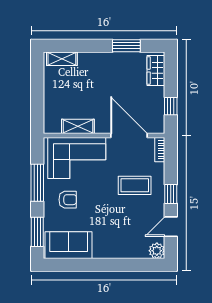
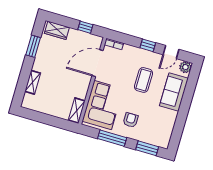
shelving: (62, 59) -> (33, 82), moved
shelving: (78, 126) -> (77, 111), moved
coffee table: (135, 185) -> (144, 80), moved
door: (171, 227) -> (171, 52), hinge flipped
sofa: (69, 245) -> (174, 92), moved

